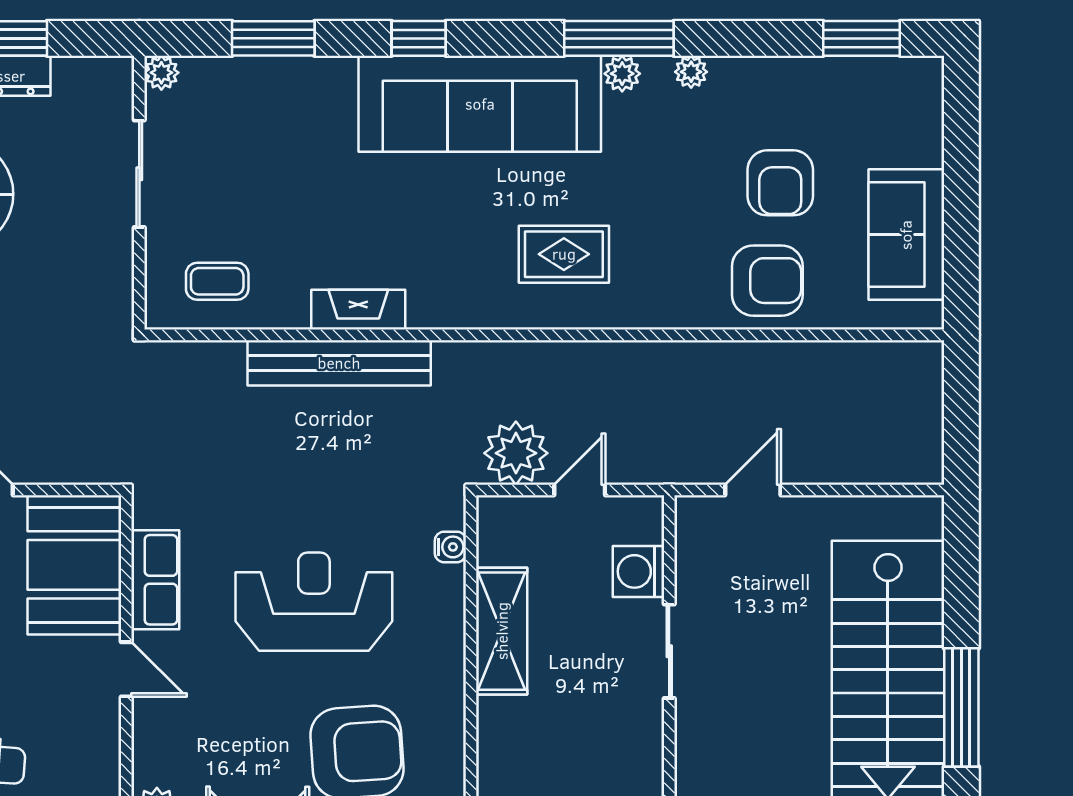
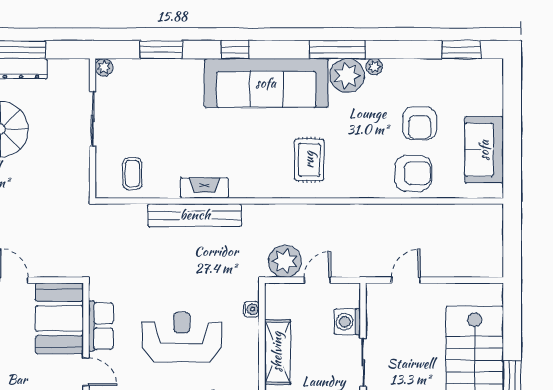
plant: (622, 74) -> (347, 76), width x1.87, depth x1.87
rug: (564, 254) -> (309, 160), turned 90
coffee table: (217, 281) -> (132, 174), turned 90

